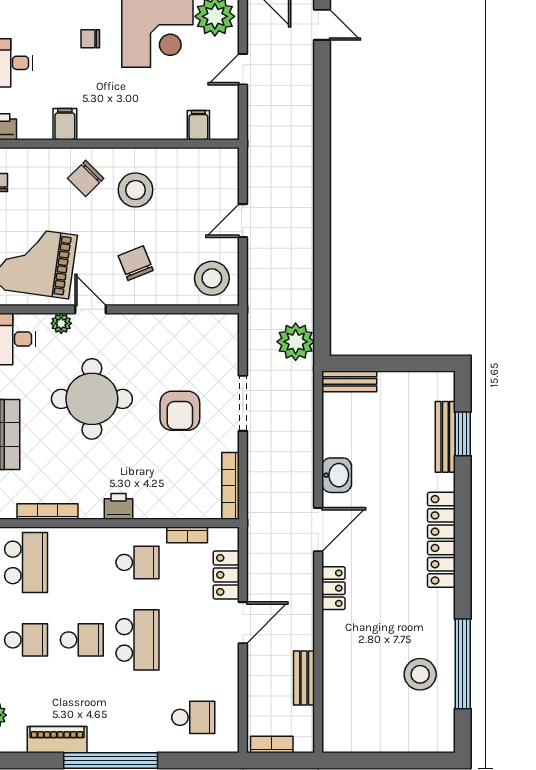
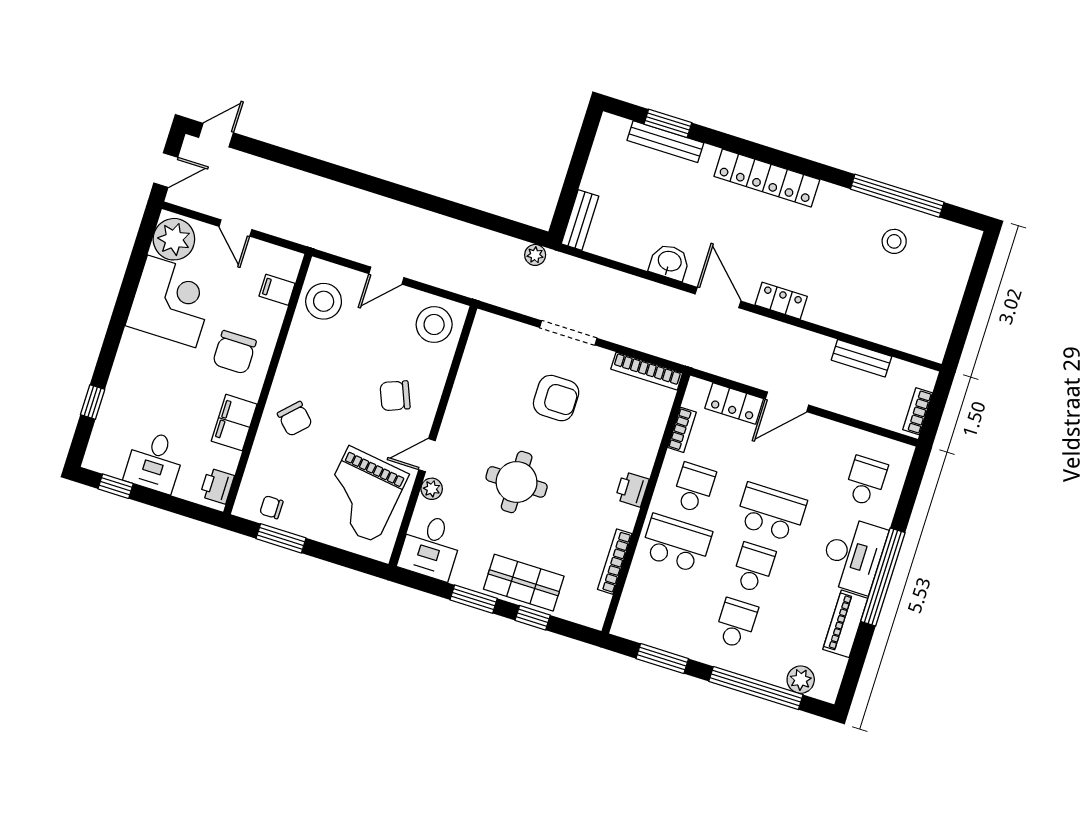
chair: (90, 39) -> (234, 352), moved, width x1.87, depth x1.87
filing cabinet: (65, 124) -> (234, 423), width x2.00
stool: (135, 190) -> (324, 301), moved
door: (243, 221) -> (386, 276), hinge flipped
plant: (296, 342) -> (535, 255), width x0.53, depth x0.53
round table: (92, 399) -> (517, 482), width x0.73, depth x0.73
school desk: (26, 562) -> (676, 543), moved
door: (243, 623) -> (787, 402), swing flipped
stool: (420, 674) -> (894, 241), width x0.73, depth x0.73
desk: (122, 727) -> (853, 555), added

